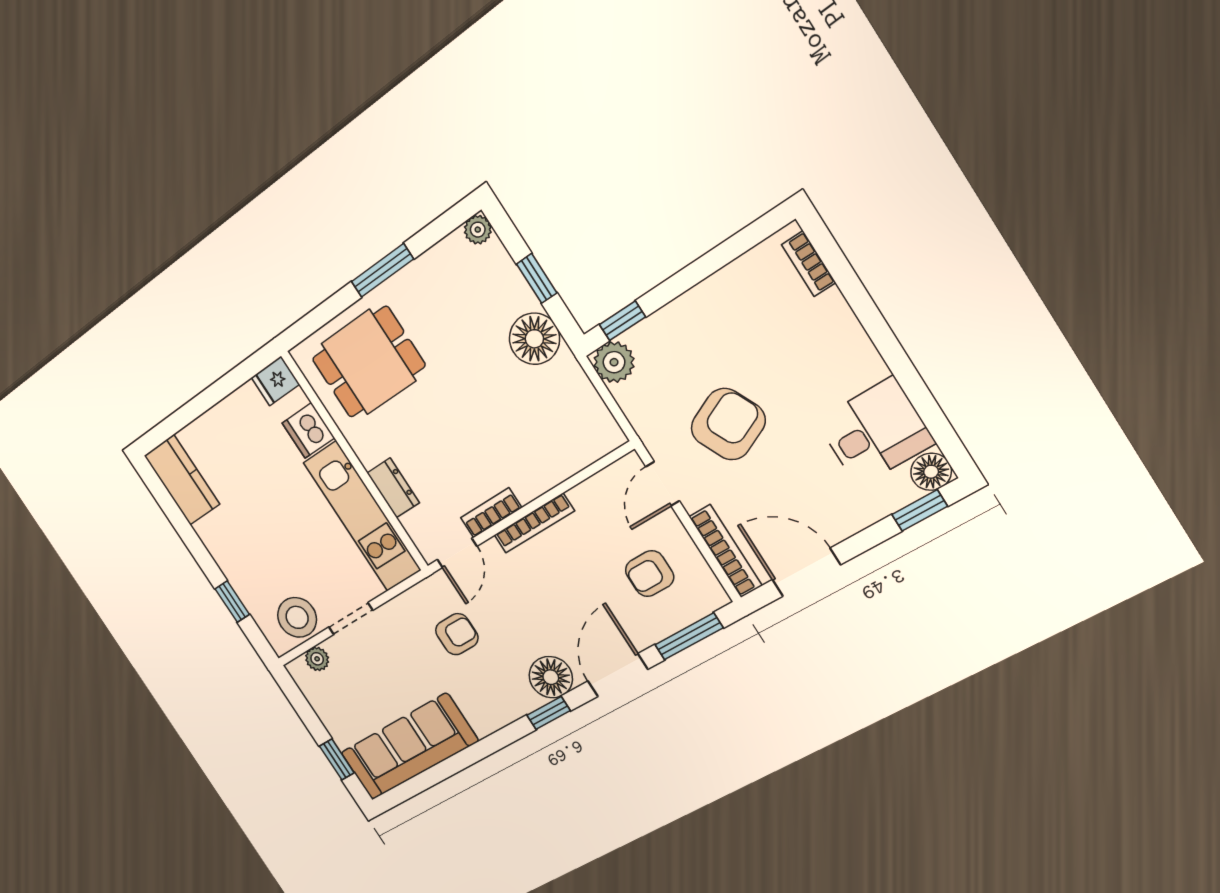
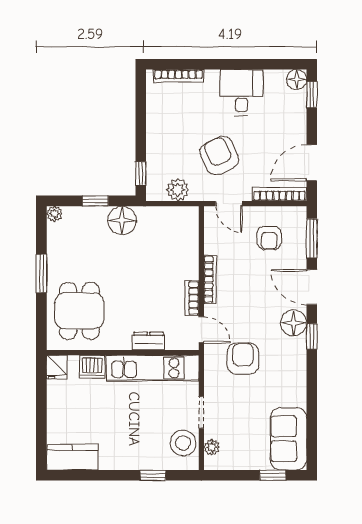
bookcase: (809, 264) -> (178, 76), width x1.56
plant: (614, 362) -> (178, 190), moved
desk: (875, 432) -> (241, 93), moved
armchair: (457, 634) -> (243, 358), width x1.38, depth x1.38
sofa: (409, 747) -> (288, 439), width x0.73

